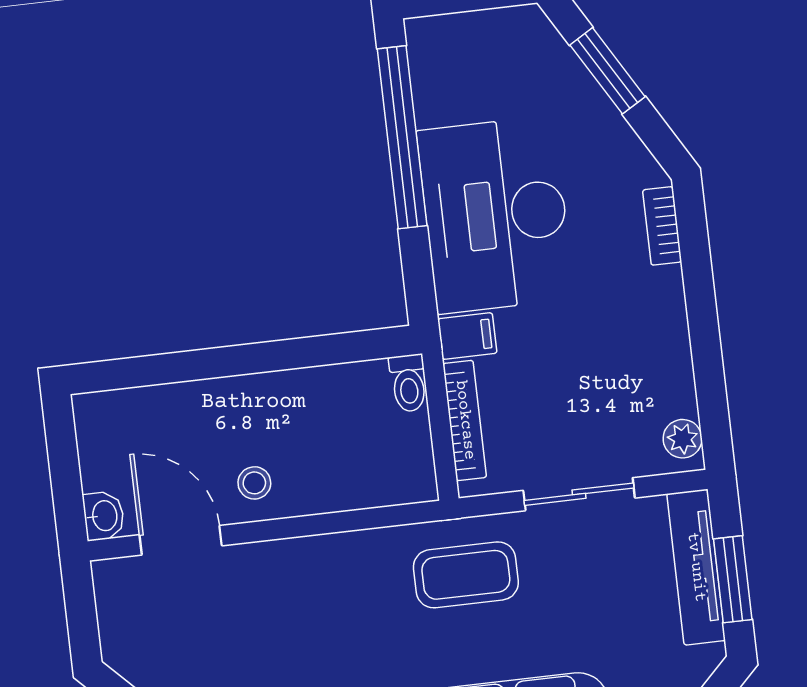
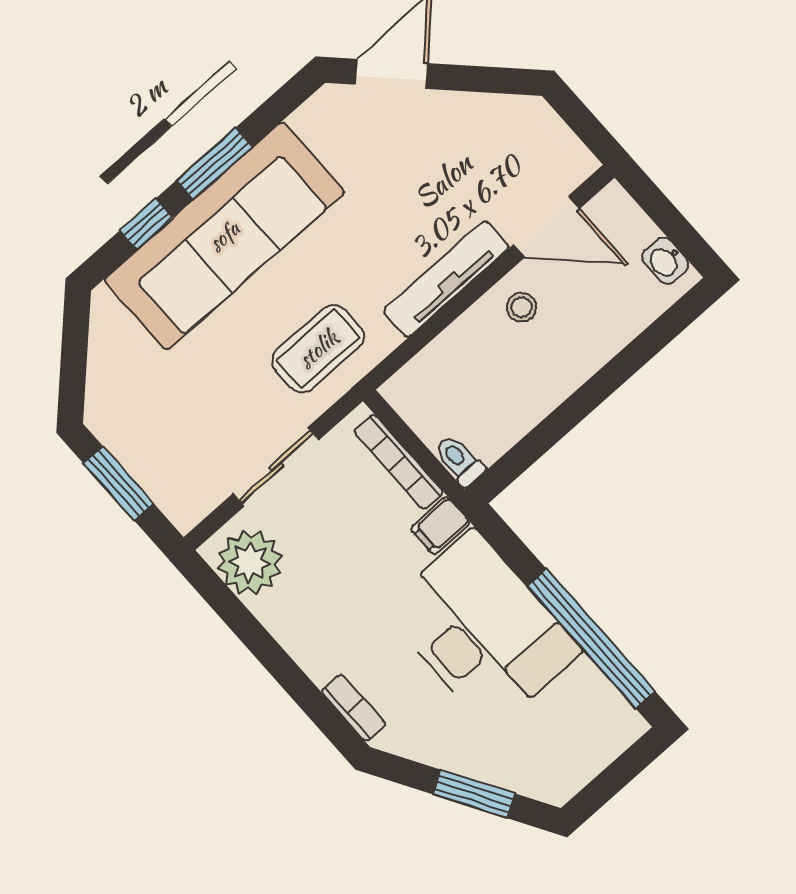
plant: (683, 439) -> (250, 562), width x1.87, depth x1.87
washbasin: (104, 516) -> (665, 261), moved
tv unit: (696, 567) -> (446, 279), moved, turned -90

